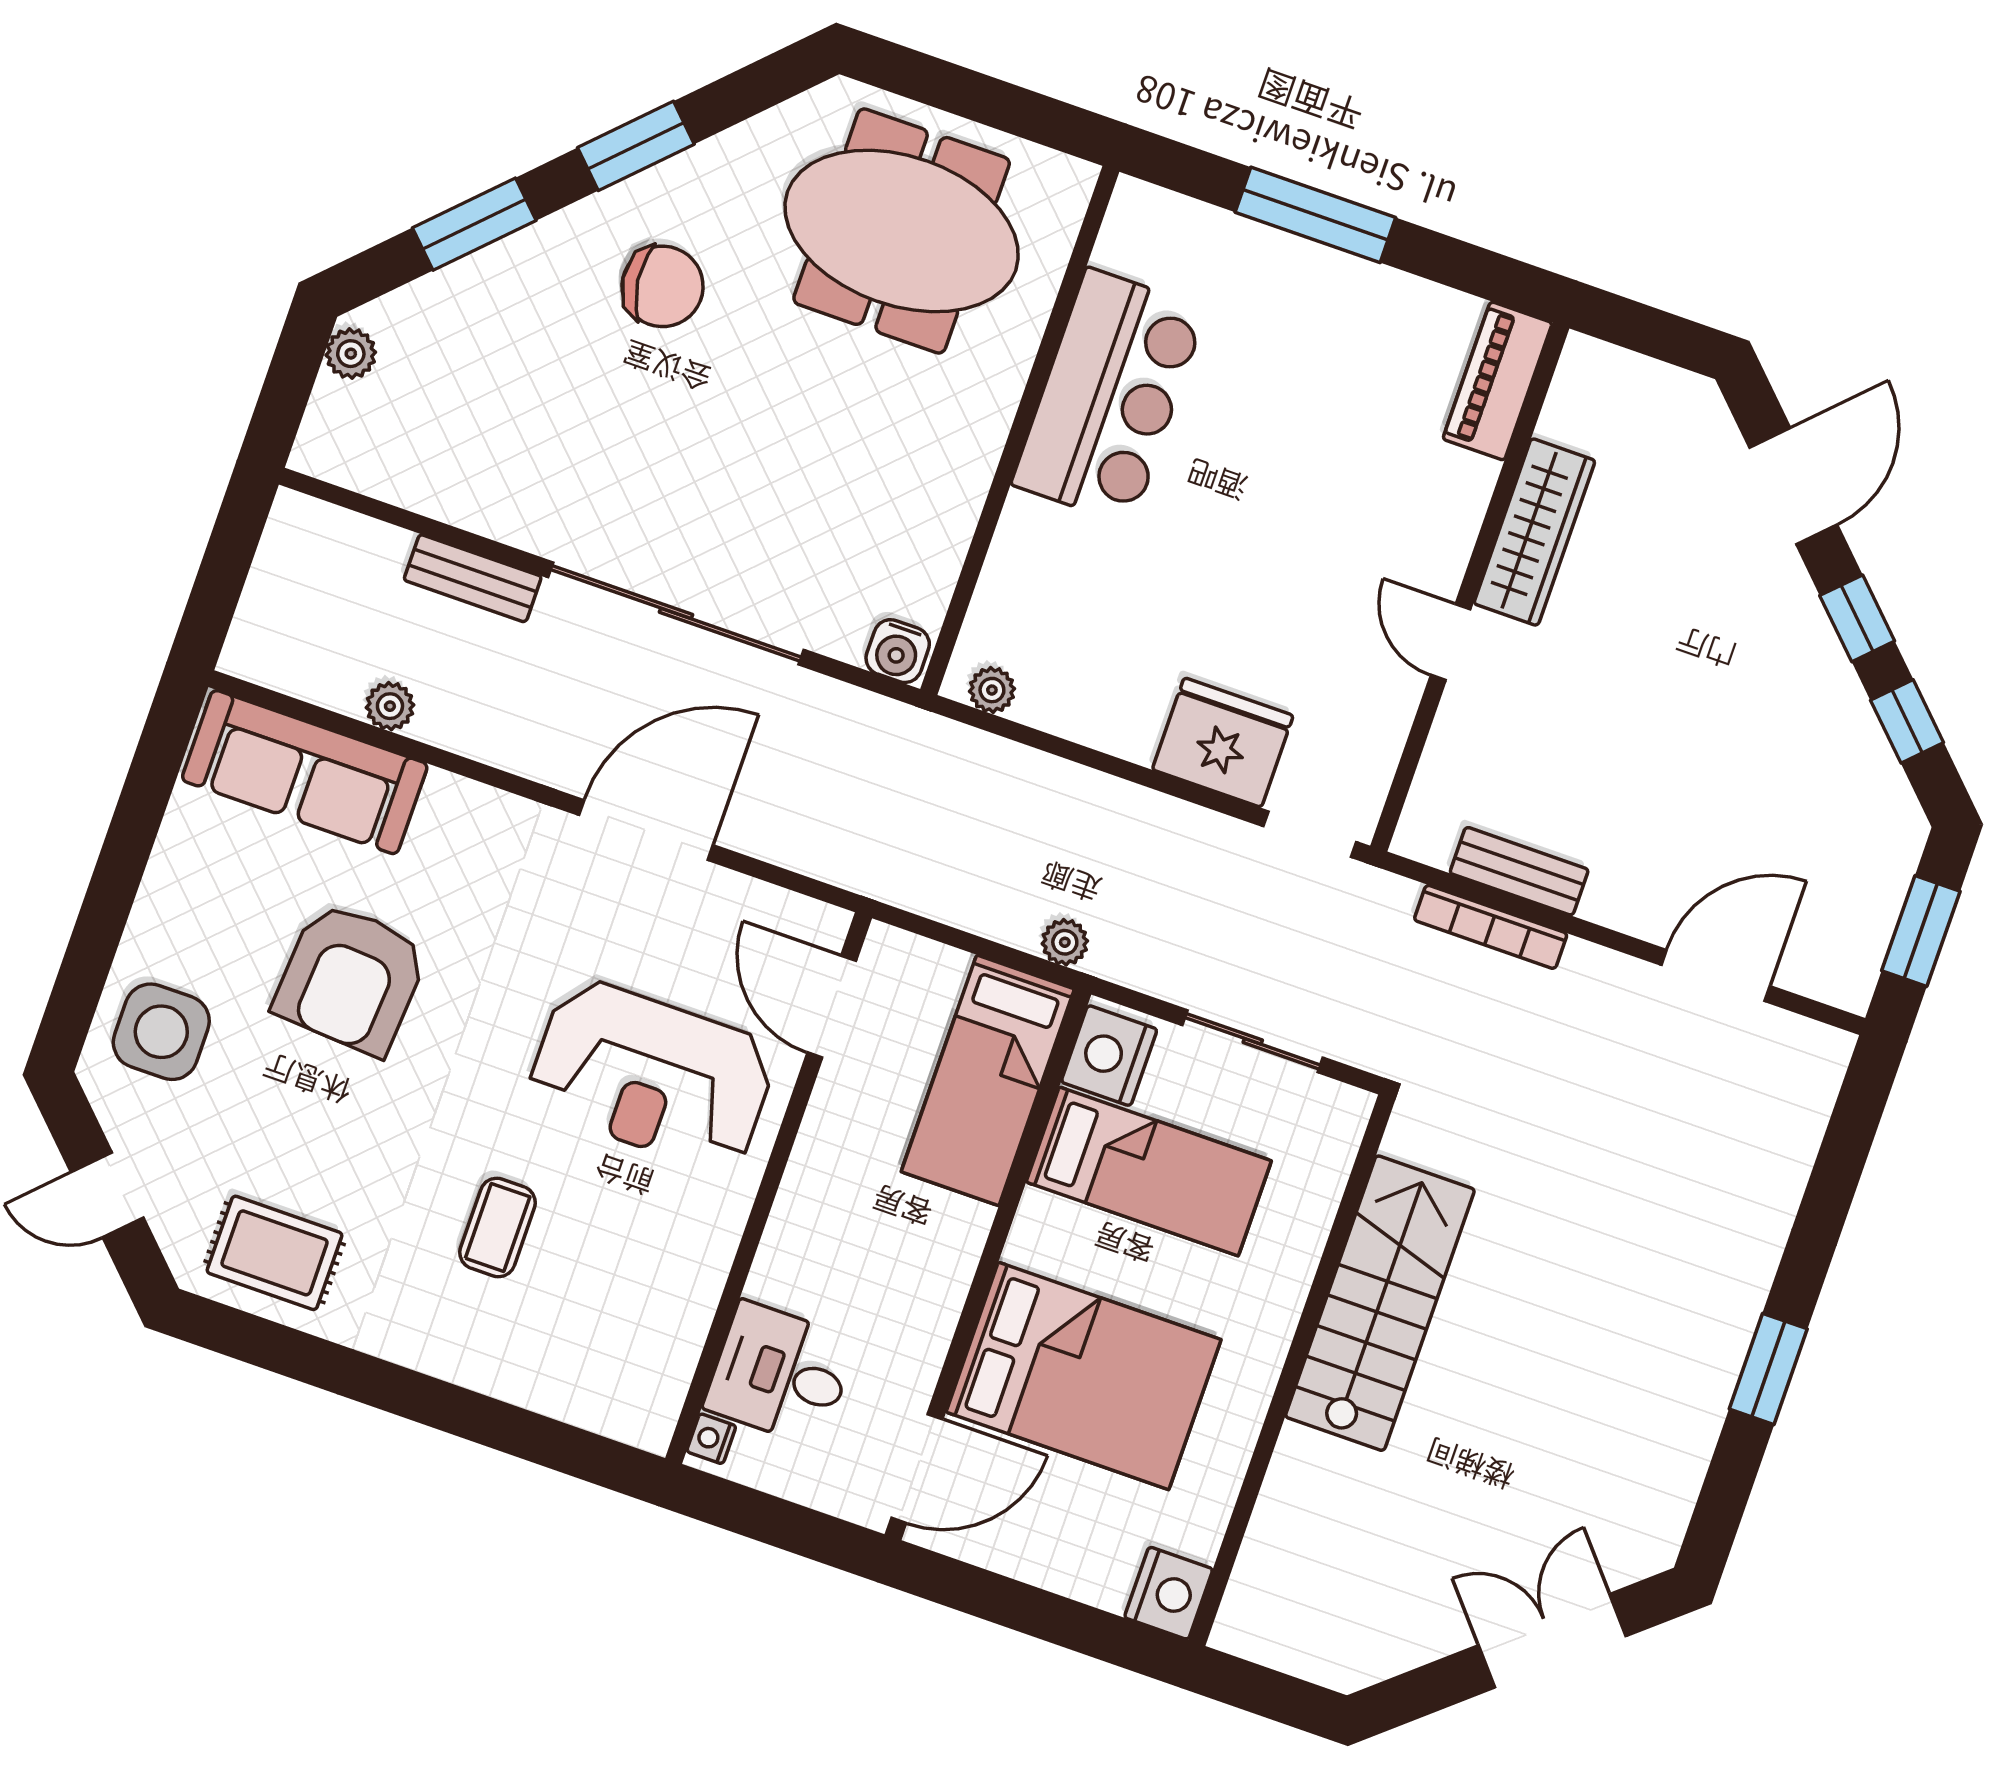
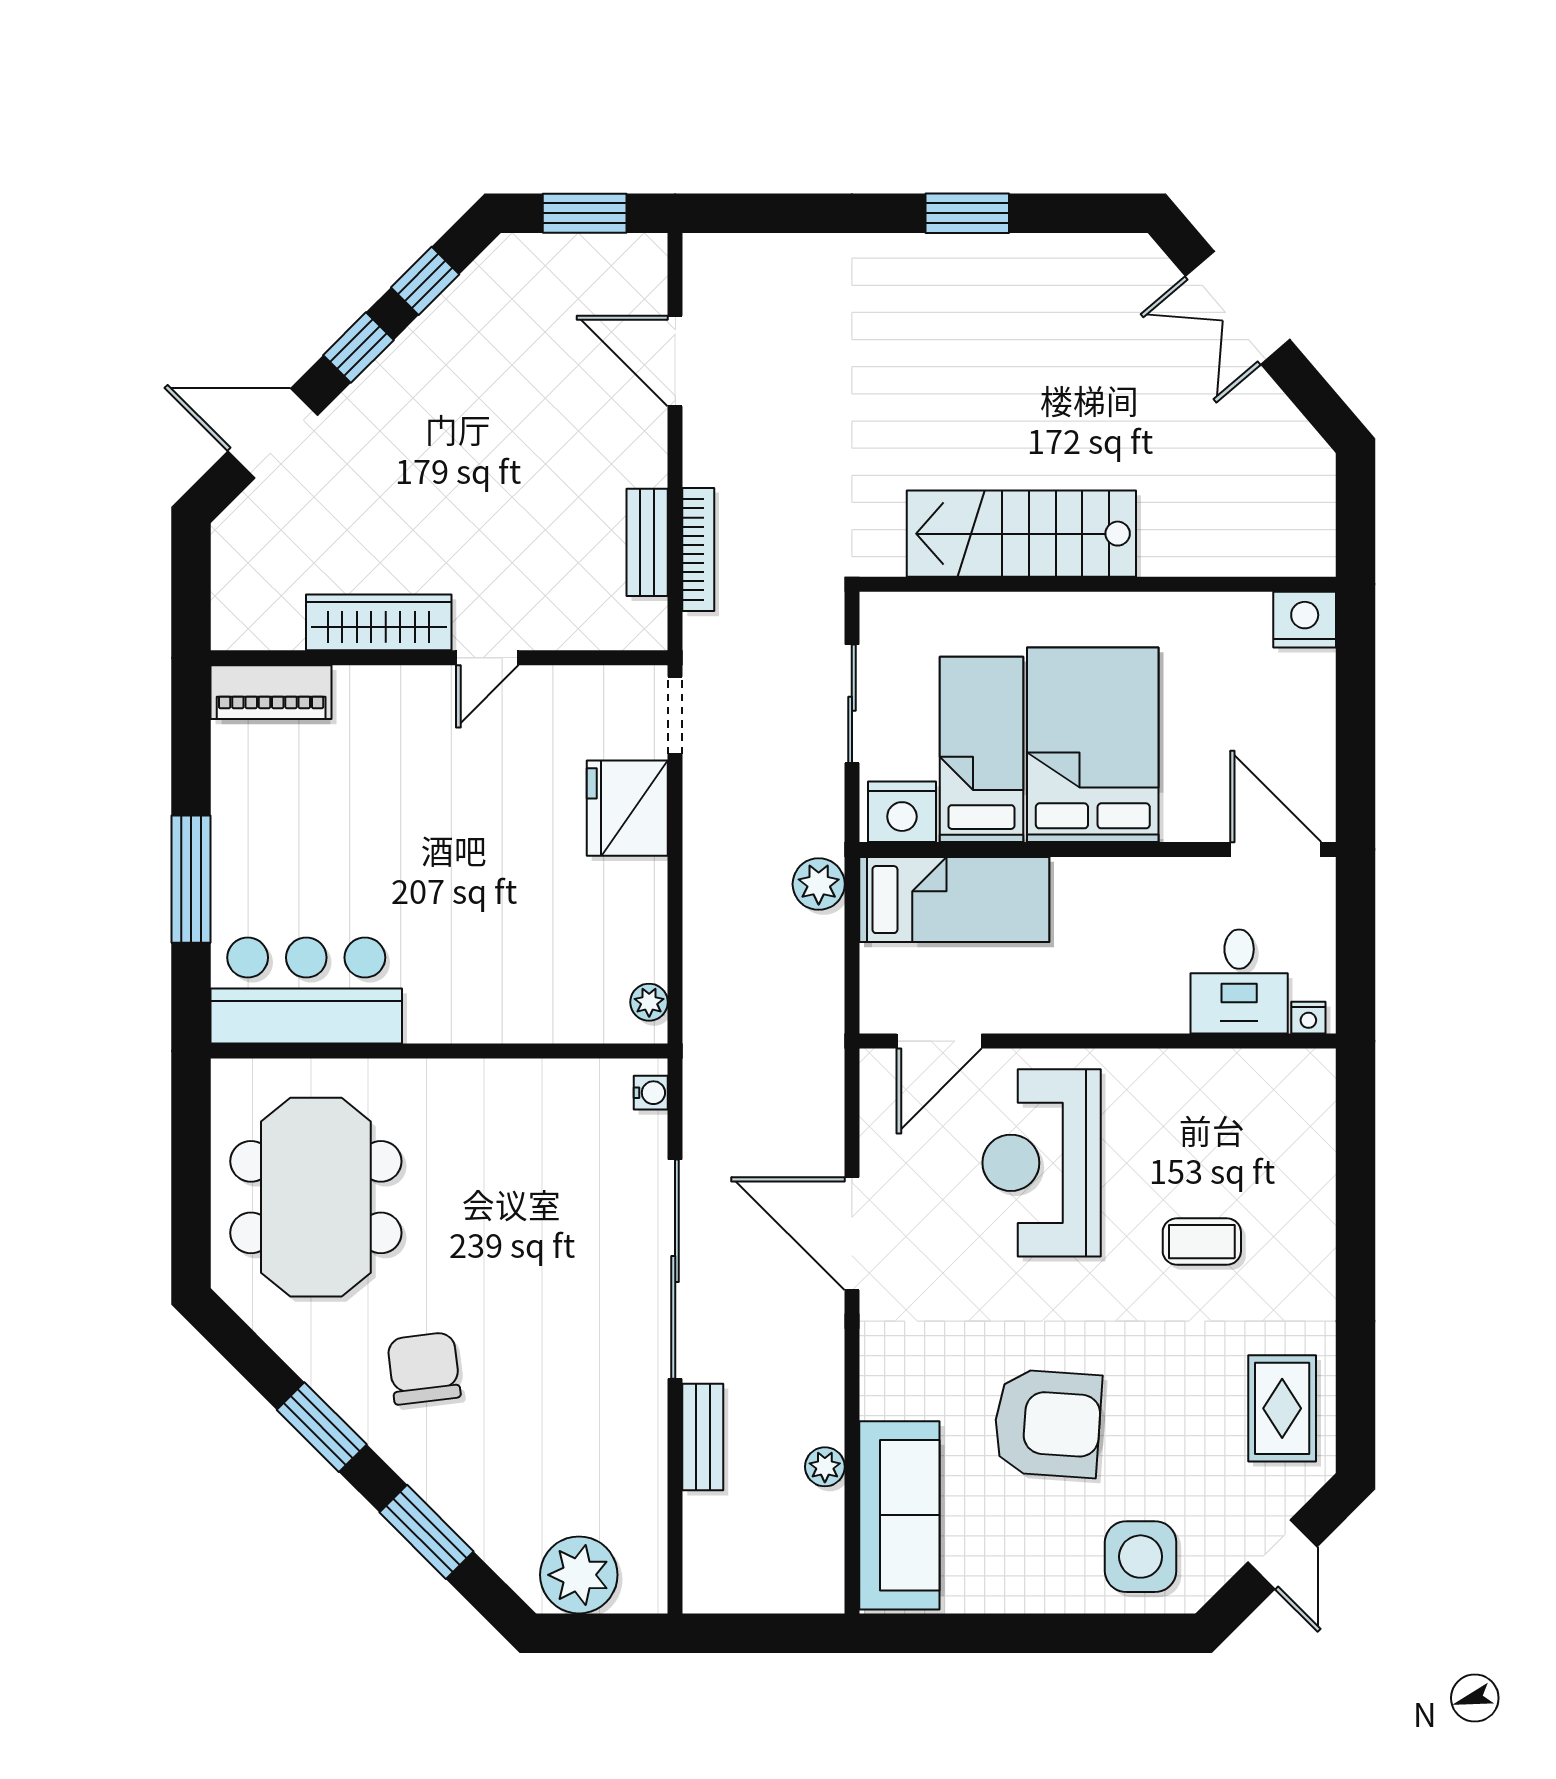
plant: (351, 354) -> (579, 1575), width x1.88, depth x1.88
bar counter: (1109, 396) -> (306, 990), moved
water cooler: (898, 651) -> (651, 1093), width x0.72, depth x0.72
plant: (1065, 942) -> (819, 884), width x1.38, depth x1.38
reception desk: (652, 1075) -> (1042, 1163), turned 180
bed: (1084, 1376) -> (1093, 745), moved

